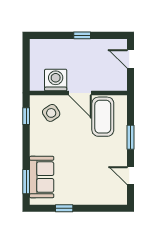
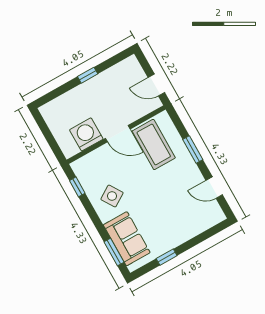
door: (130, 59) -> (156, 85), moved
side table: (51, 113) -> (112, 196), moved

